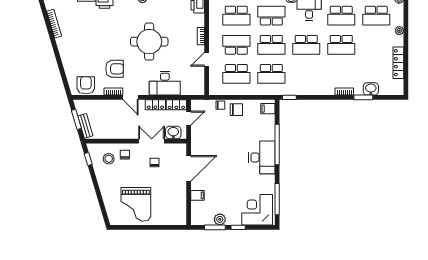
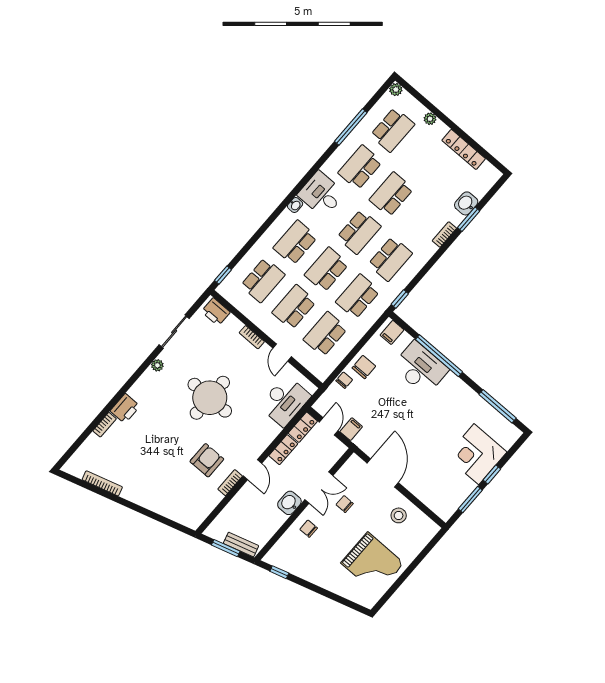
school desk: (341, 16) -> (360, 167), turned 180
school desk: (271, 45) -> (326, 269), turned 180
school desk: (341, 45) -> (391, 194), turned 180
school desk: (236, 74) -> (325, 334), turned 180
school desk: (271, 74) -> (358, 296), turned 180
school desk: (306, 74) -> (390, 259), added
desk: (165, 83) -> (285, 401), moved
armchair: (86, 85) -> (198, 506), removed
door: (131, 97) -> (252, 470), hinge flipped
washbasin: (173, 132) -> (289, 503), moved
double door: (152, 141) -> (319, 488), swing flipped
desk: (262, 157) -> (420, 368), moved
stool: (109, 159) -> (399, 515), moved
filing cabinet: (198, 195) -> (351, 429), moved
corner desk: (257, 210) -> (476, 454), moved
plant: (220, 219) -> (466, 487), removed

